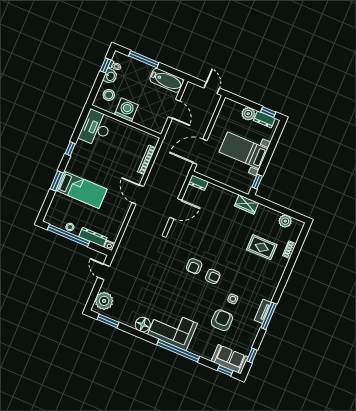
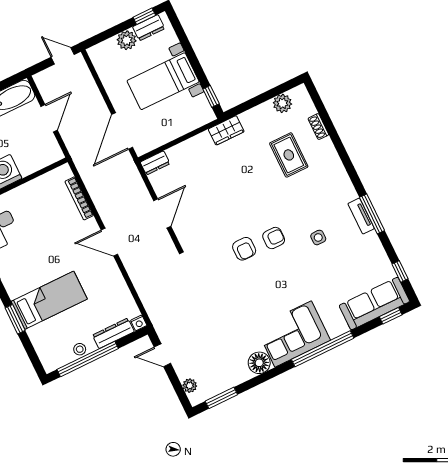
door: (174, 109) -> (49, 118), hinge flipped
rug: (262, 247) -> (289, 155), turned 90
plant: (104, 301) -> (190, 386), width x0.53, depth x0.53
armchair: (222, 320) -> (331, 270), removed
sofa: (230, 359) -> (374, 303), width x1.36

